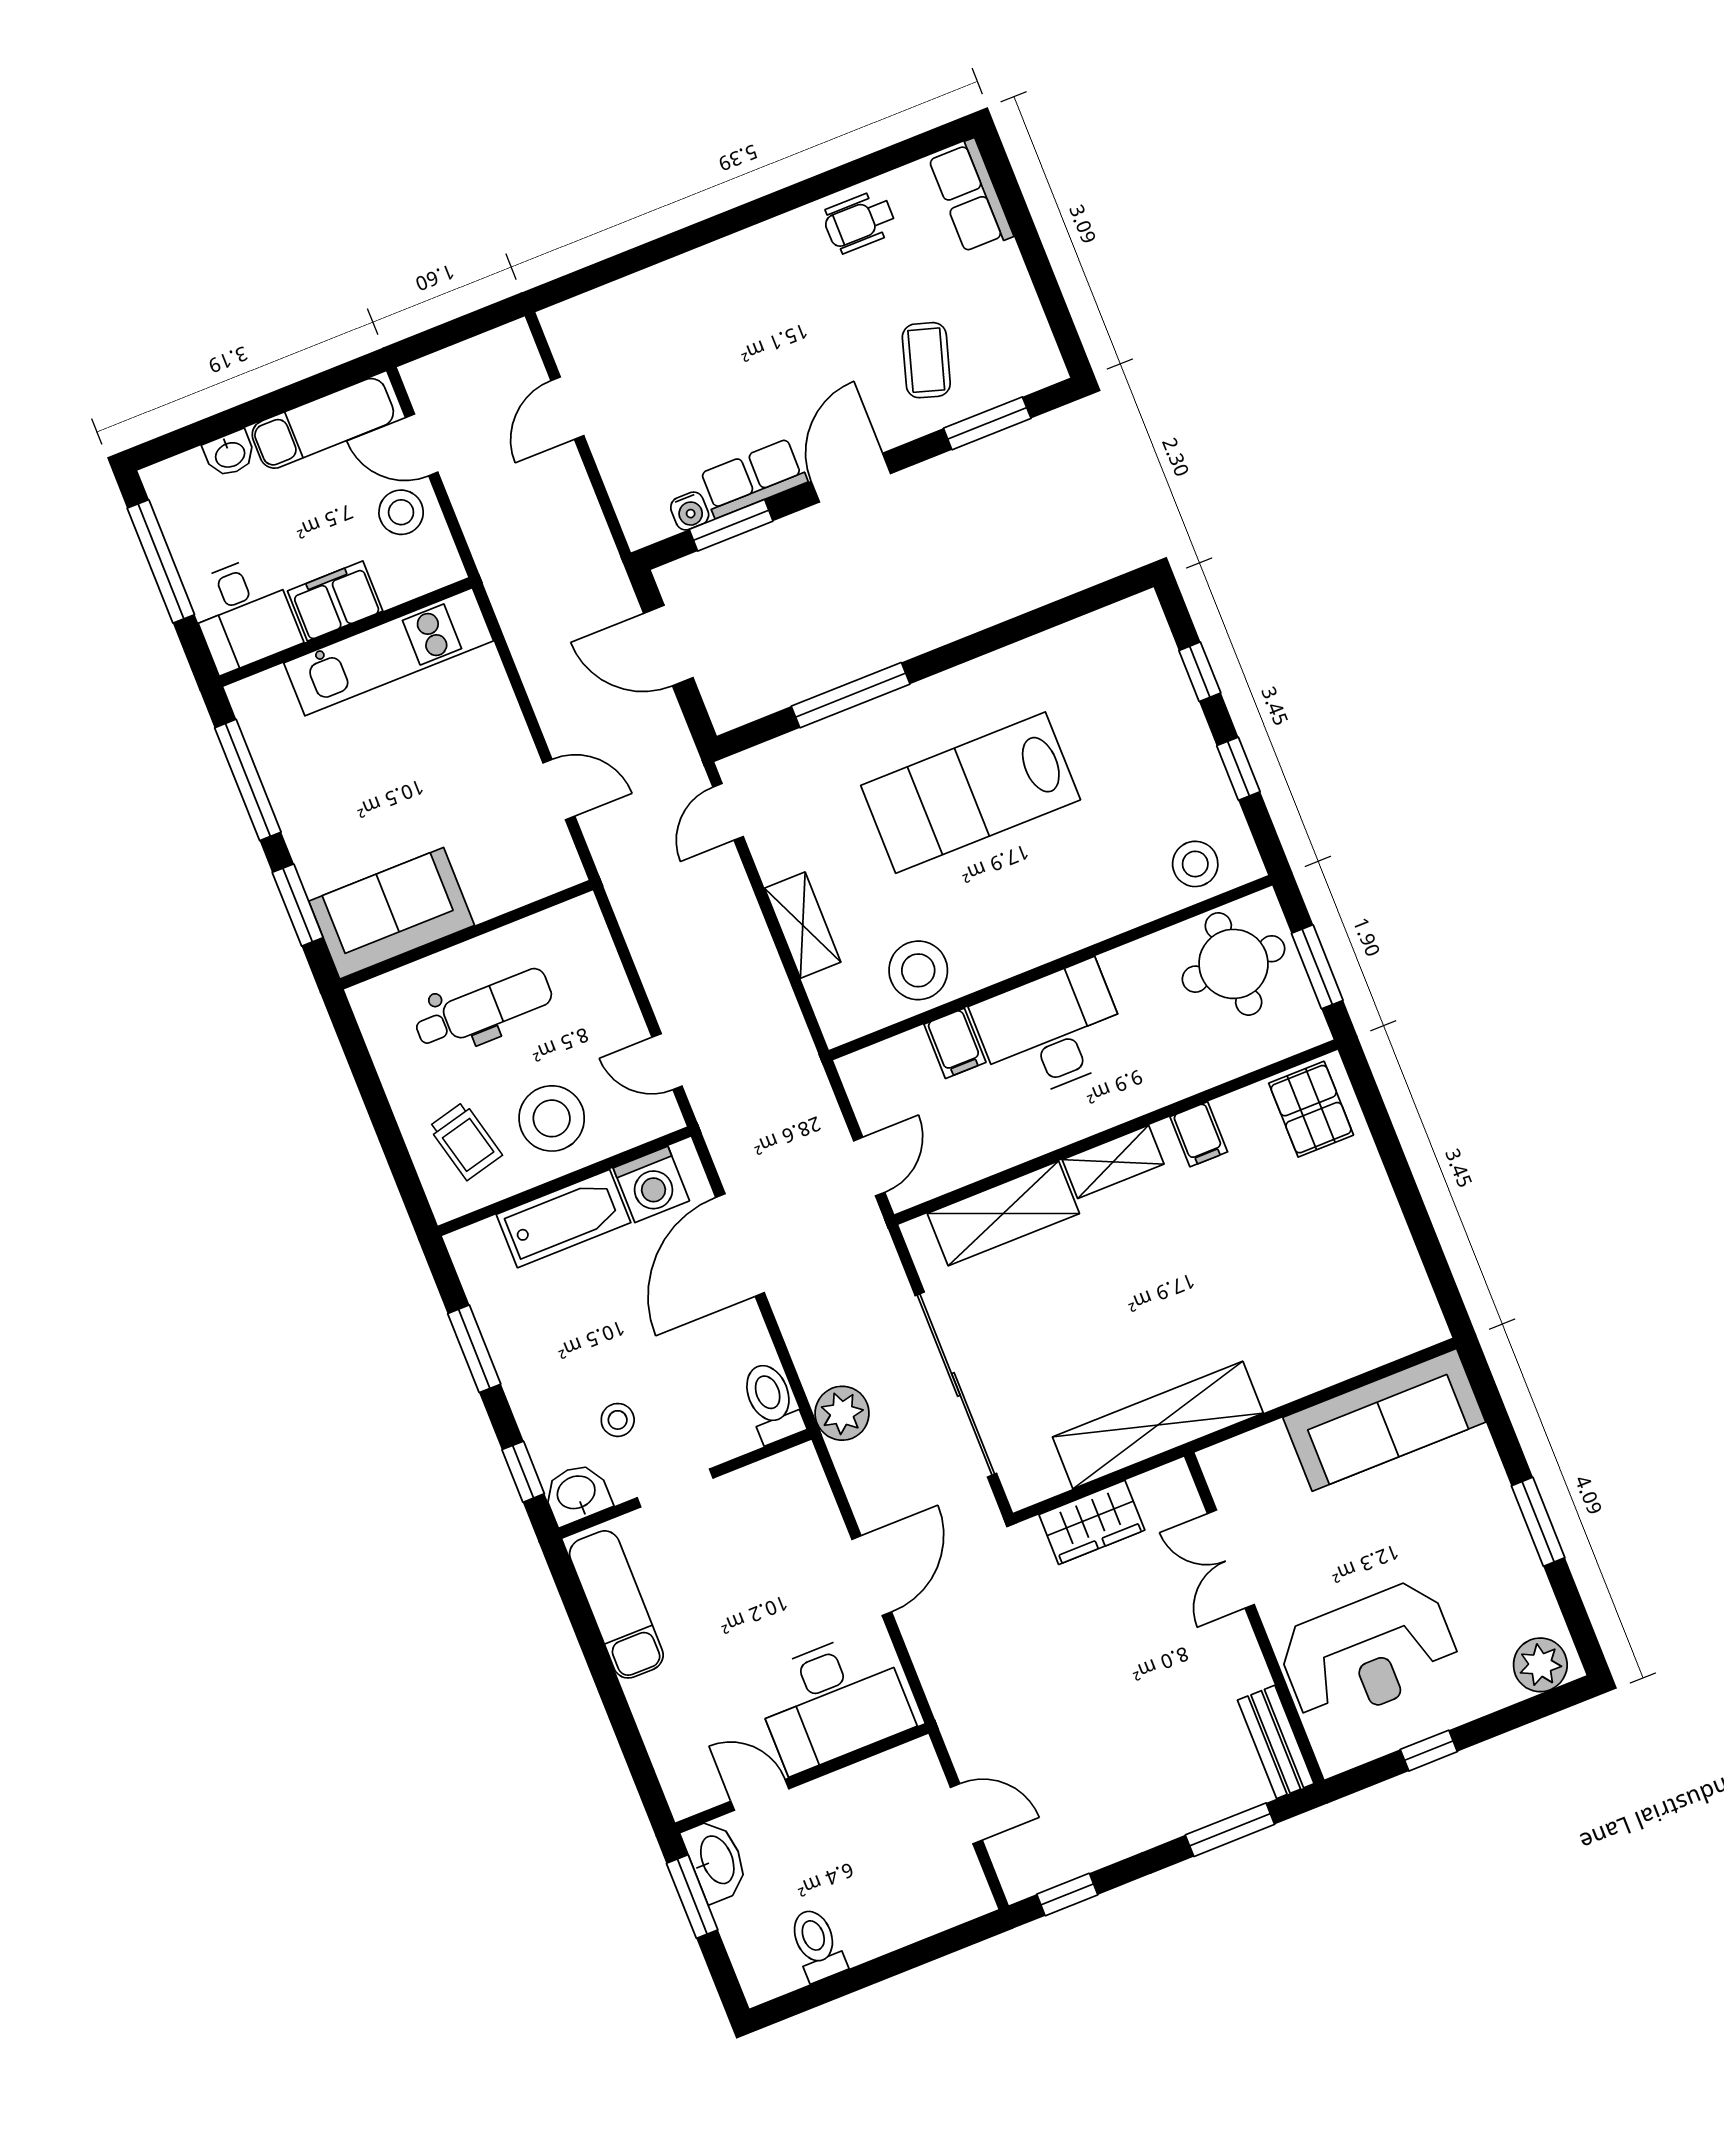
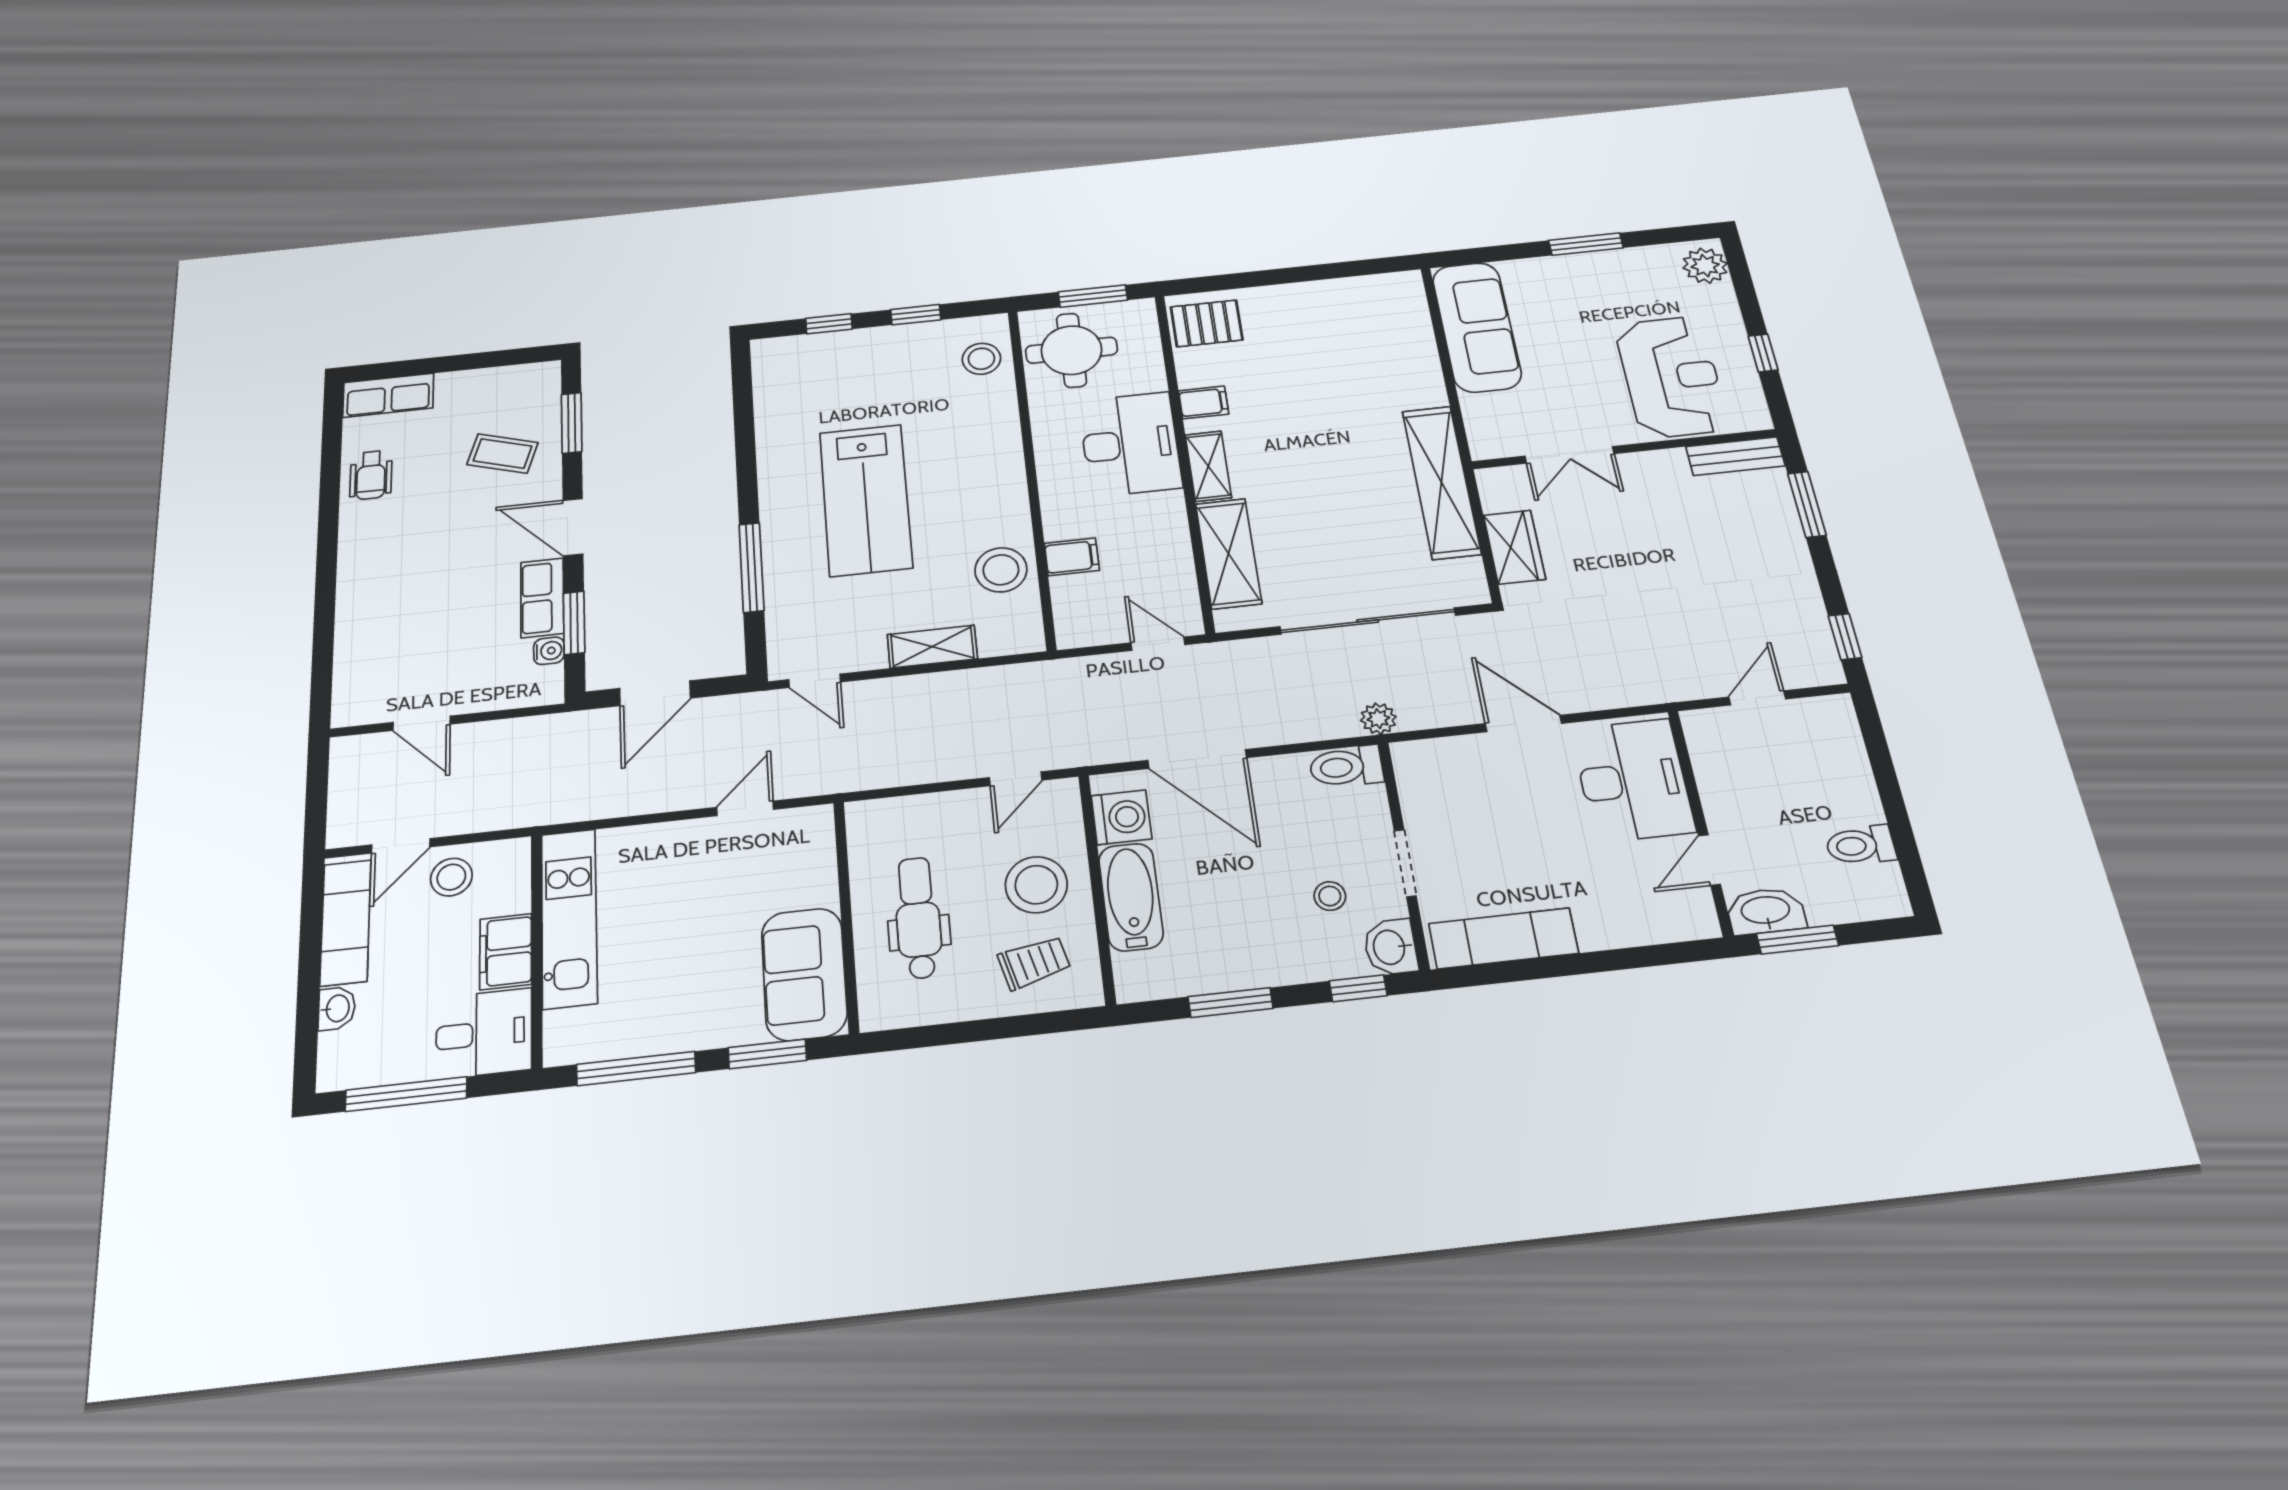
desk: (1051, 1031) -> (1130, 444), moved, turned 180
plant: (842, 1413) -> (1378, 719), width x0.73, depth x0.73

